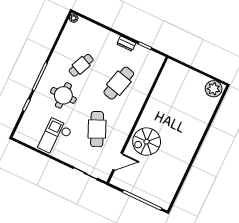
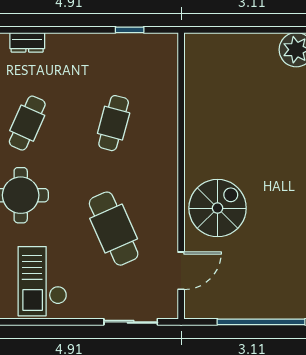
dresser: (126, 44) -> (27, 42), moved
cafe table: (119, 83) -> (114, 123), width x0.73, depth x0.74
spiral stairs: (147, 142) -> (218, 208), turned 180

